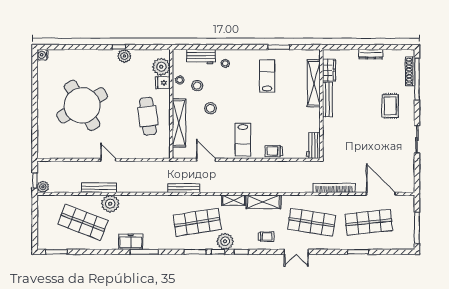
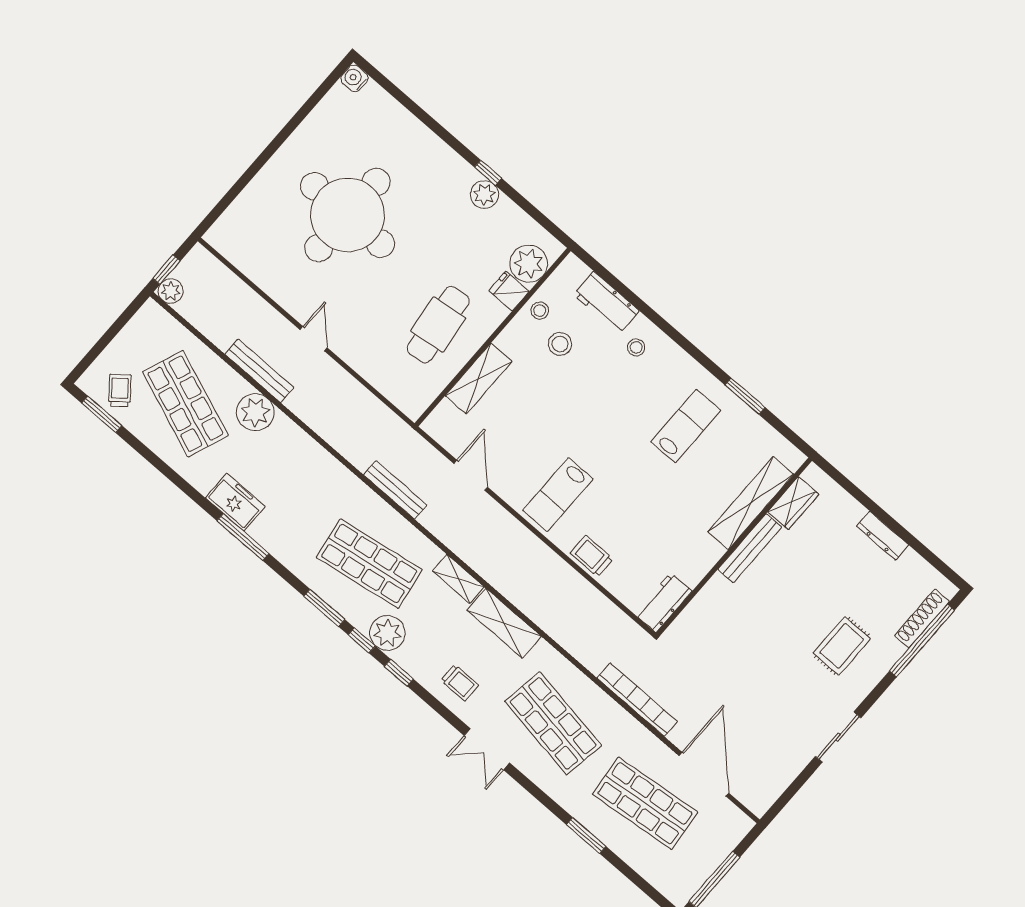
round table: (82, 105) -> (348, 215), turned 30
stool: (210, 108) -> (550, 399), removed
shelving: (179, 123) -> (479, 379), width x0.68
trolley: (55, 238) -> (120, 390), added

